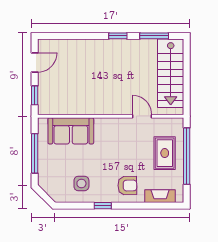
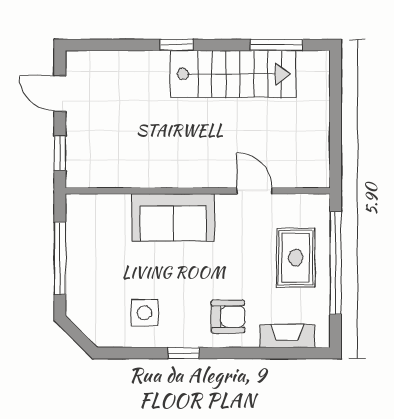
window: (118, 36) -> (177, 45), moved
door: (35, 62) -> (60, 93), swing flipped
stairs: (171, 73) -> (233, 74), moved, turned -90
sofa: (71, 131) -> (173, 217), moved

